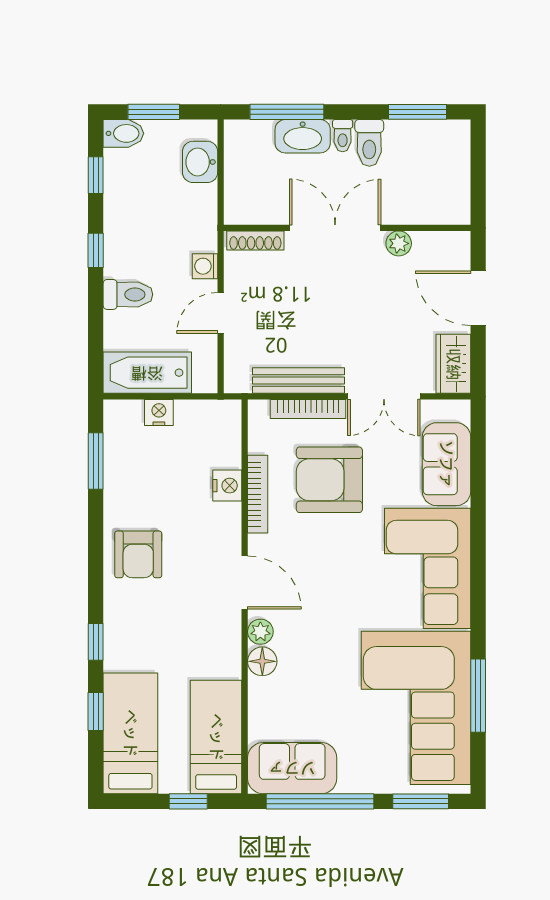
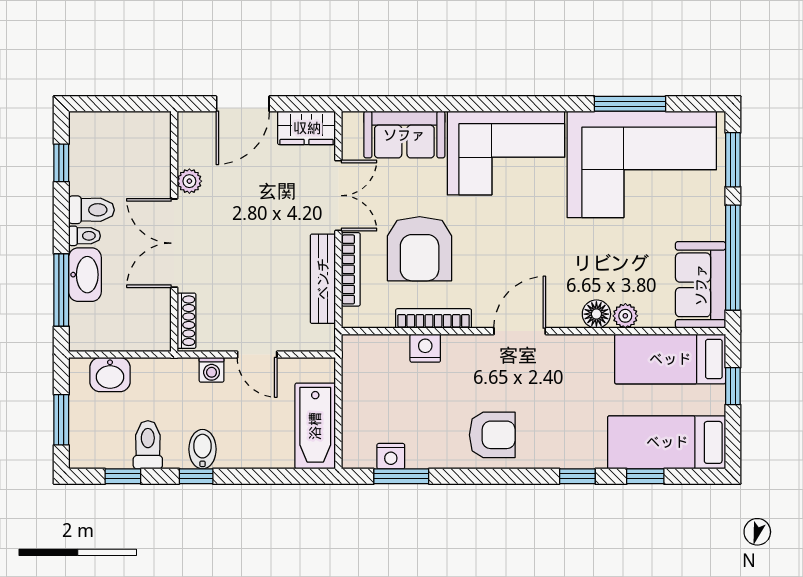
window: (417, 112) -> (61, 163), width x0.67
bidet: (123, 133) -> (203, 449), moved
toilet: (128, 294) -> (148, 445), moved
nightstand: (159, 413) -> (391, 456), moved, turned -90
plant: (260, 632) -> (625, 316), moved

